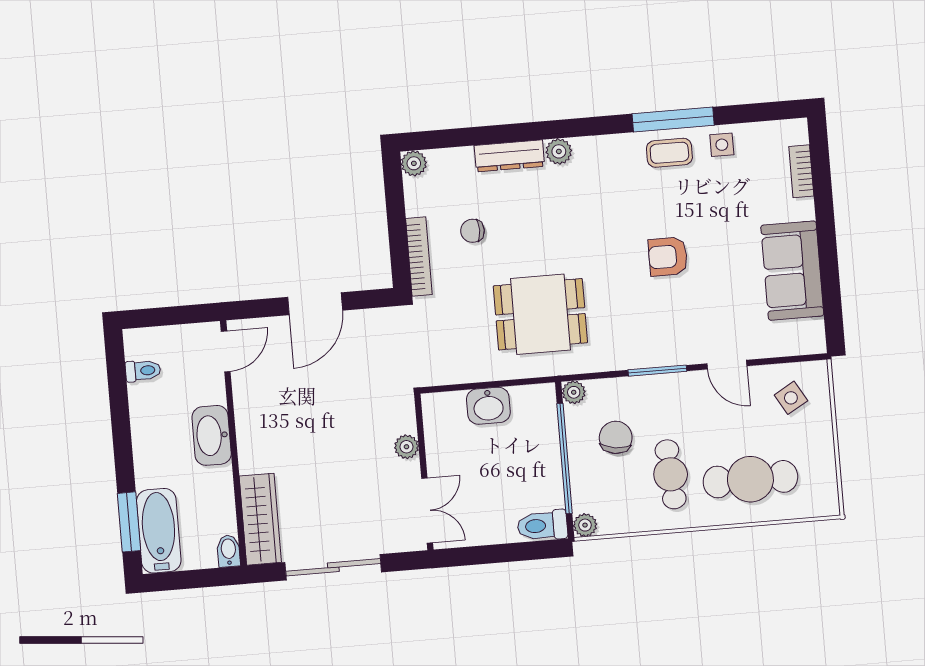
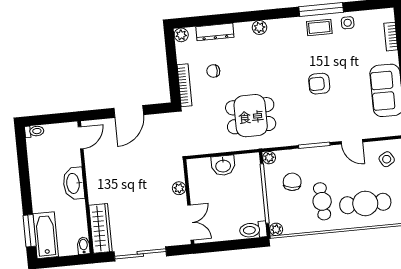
dresser: (509, 156) -> (215, 32), moved
toilet: (143, 371) -> (34, 131), moved

